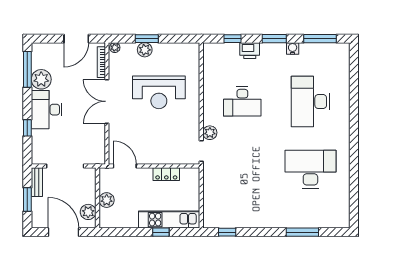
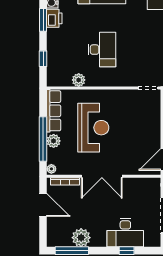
window: (147, 39) -> (43, 139), width x2.11
row of seats: (177, 50) -> (54, 111), added
printer: (250, 51) -> (54, 18), moved
desk: (47, 110) -> (125, 233), moved
plant: (210, 133) -> (79, 80), moved

